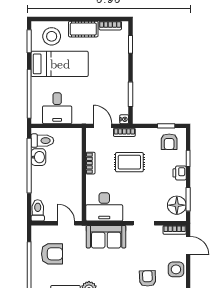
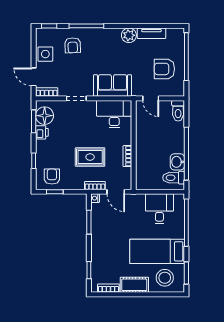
printer: (180, 173) -> (42, 132), moved

